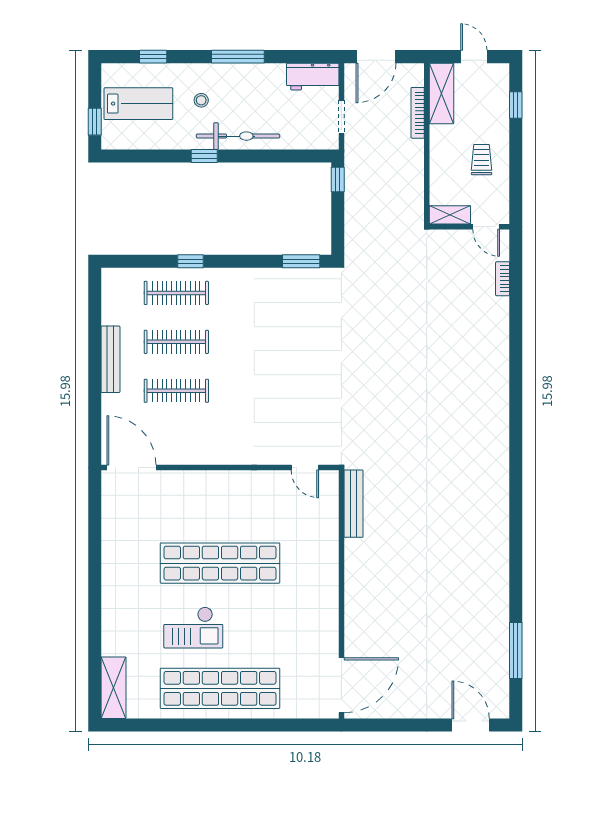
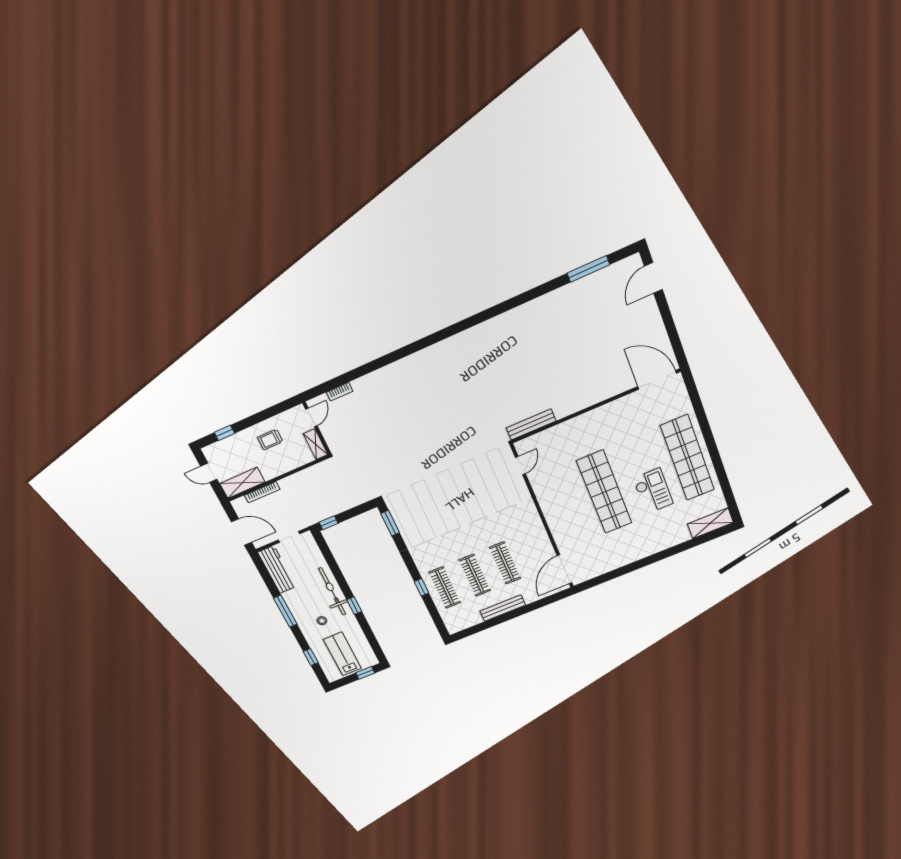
door: (474, 57) -> (209, 473), hinge flipped
workbench: (313, 77) -> (277, 570), width x1.38

